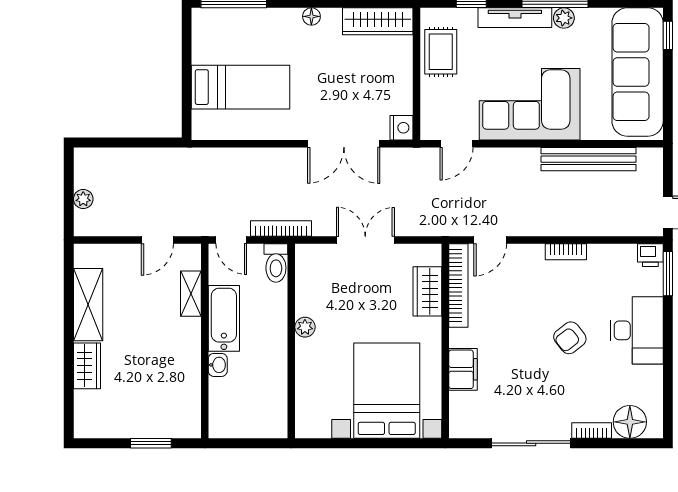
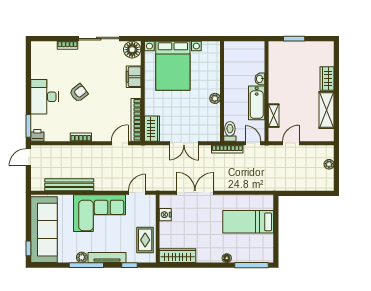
floor lamp: (311, 16) -> (227, 258), moved
nightstand: (402, 128) -> (165, 215), moved
wardrobe: (427, 291) -> (152, 129), moved
floor lamp: (630, 422) -> (132, 50), moved

